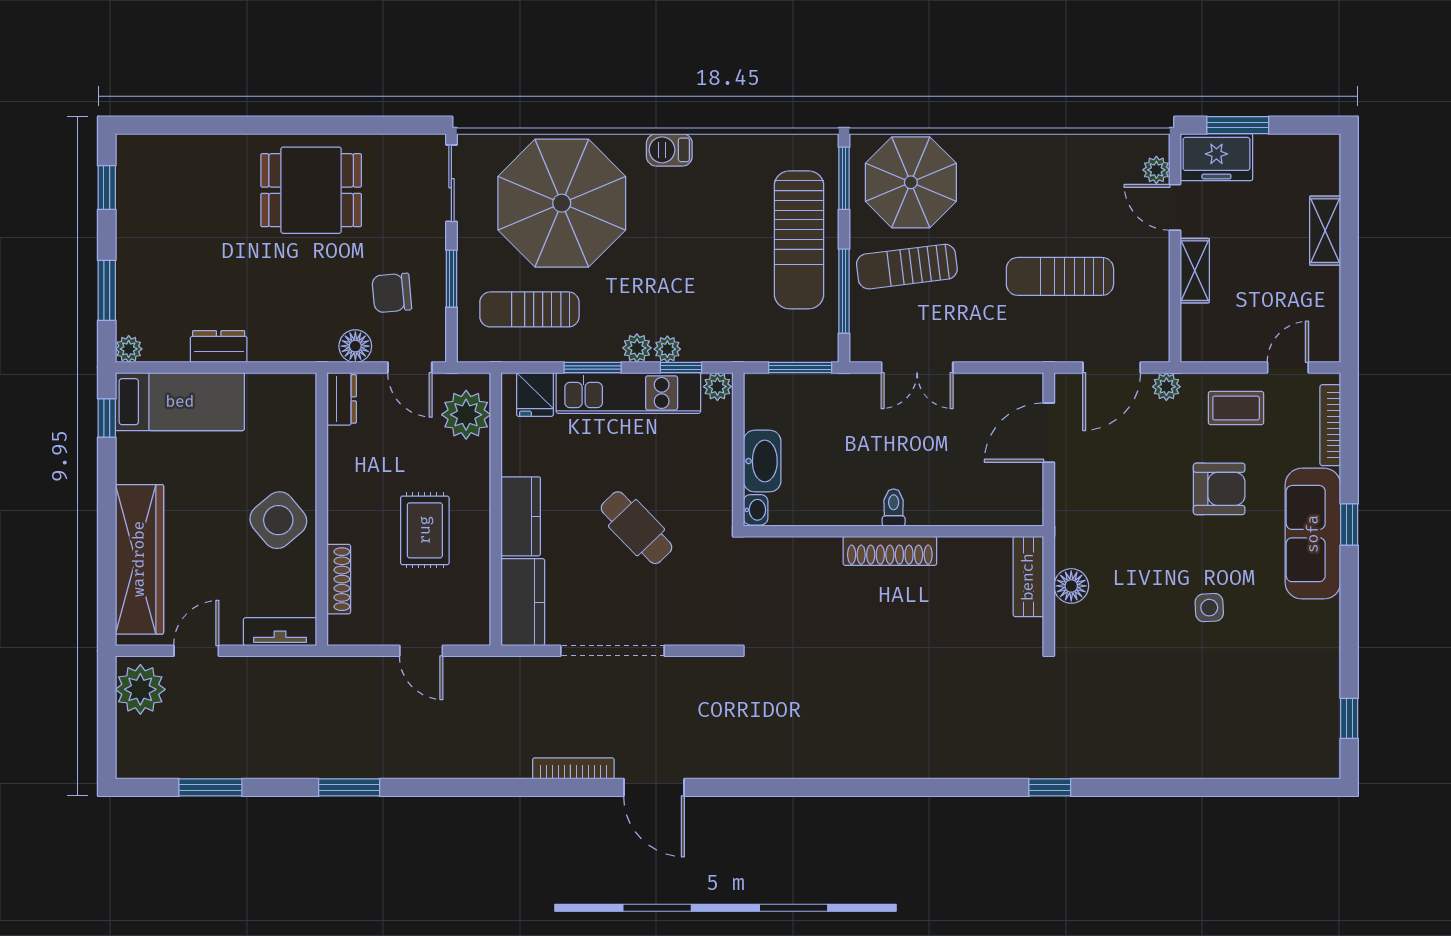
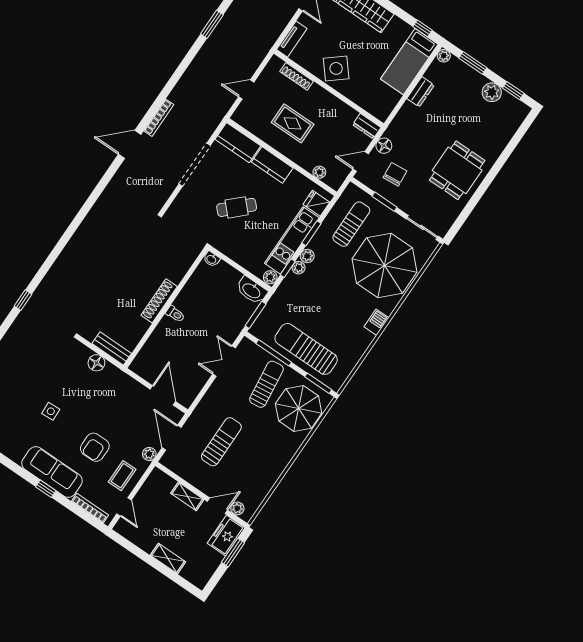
plant: (135, 223) -> (492, 92), added
plant: (466, 415) -> (319, 172), width x0.53, depth x0.53
washbasin: (762, 461) -> (252, 290), moved

